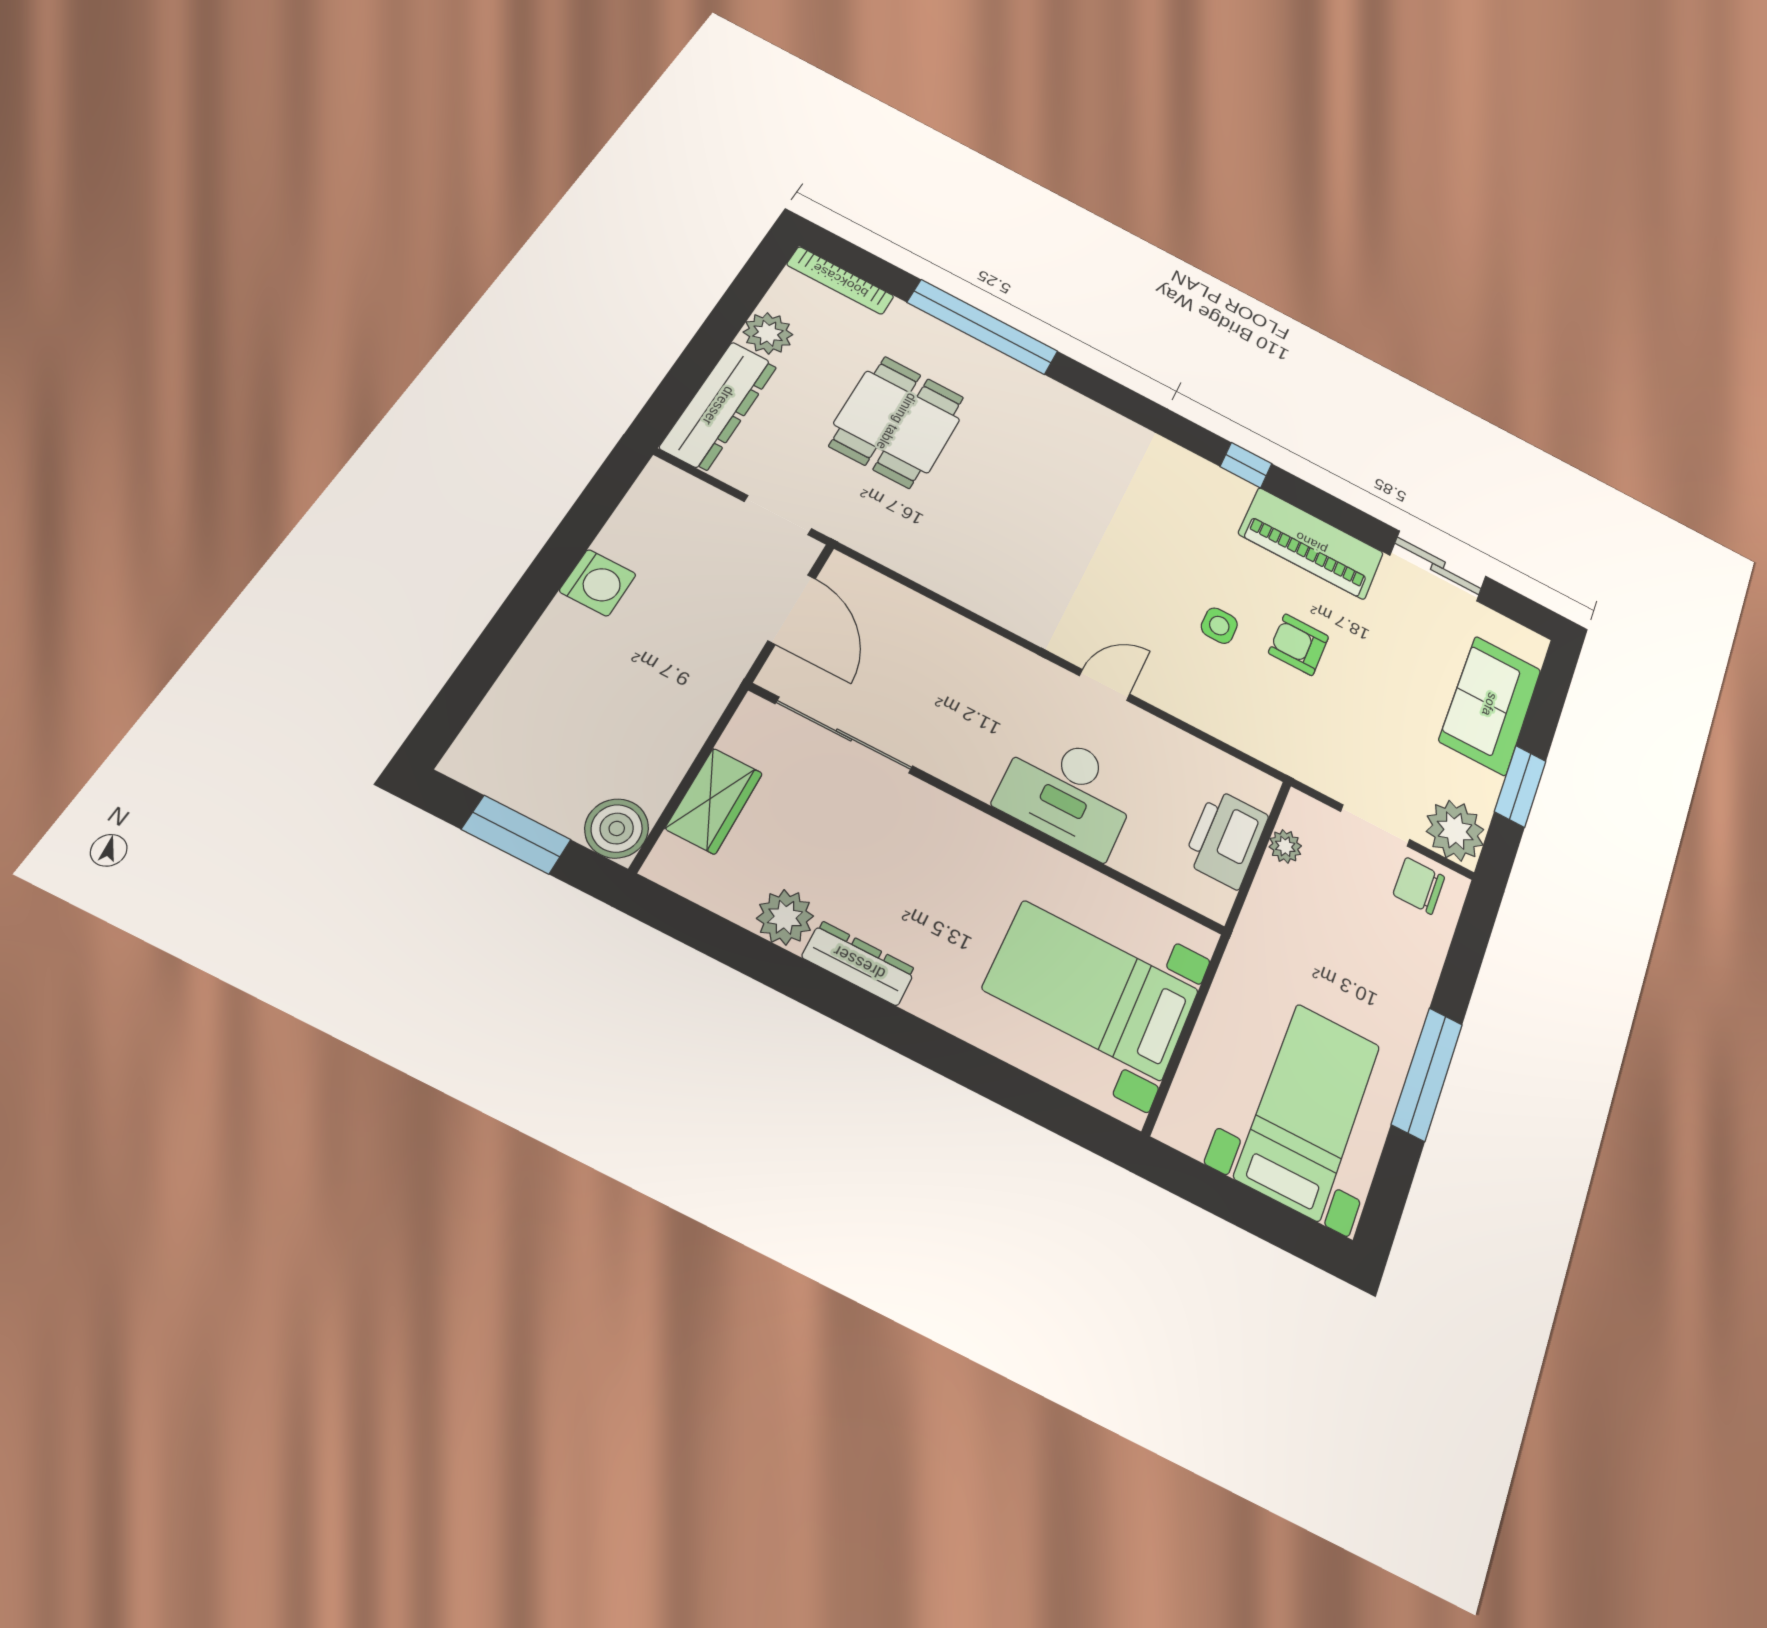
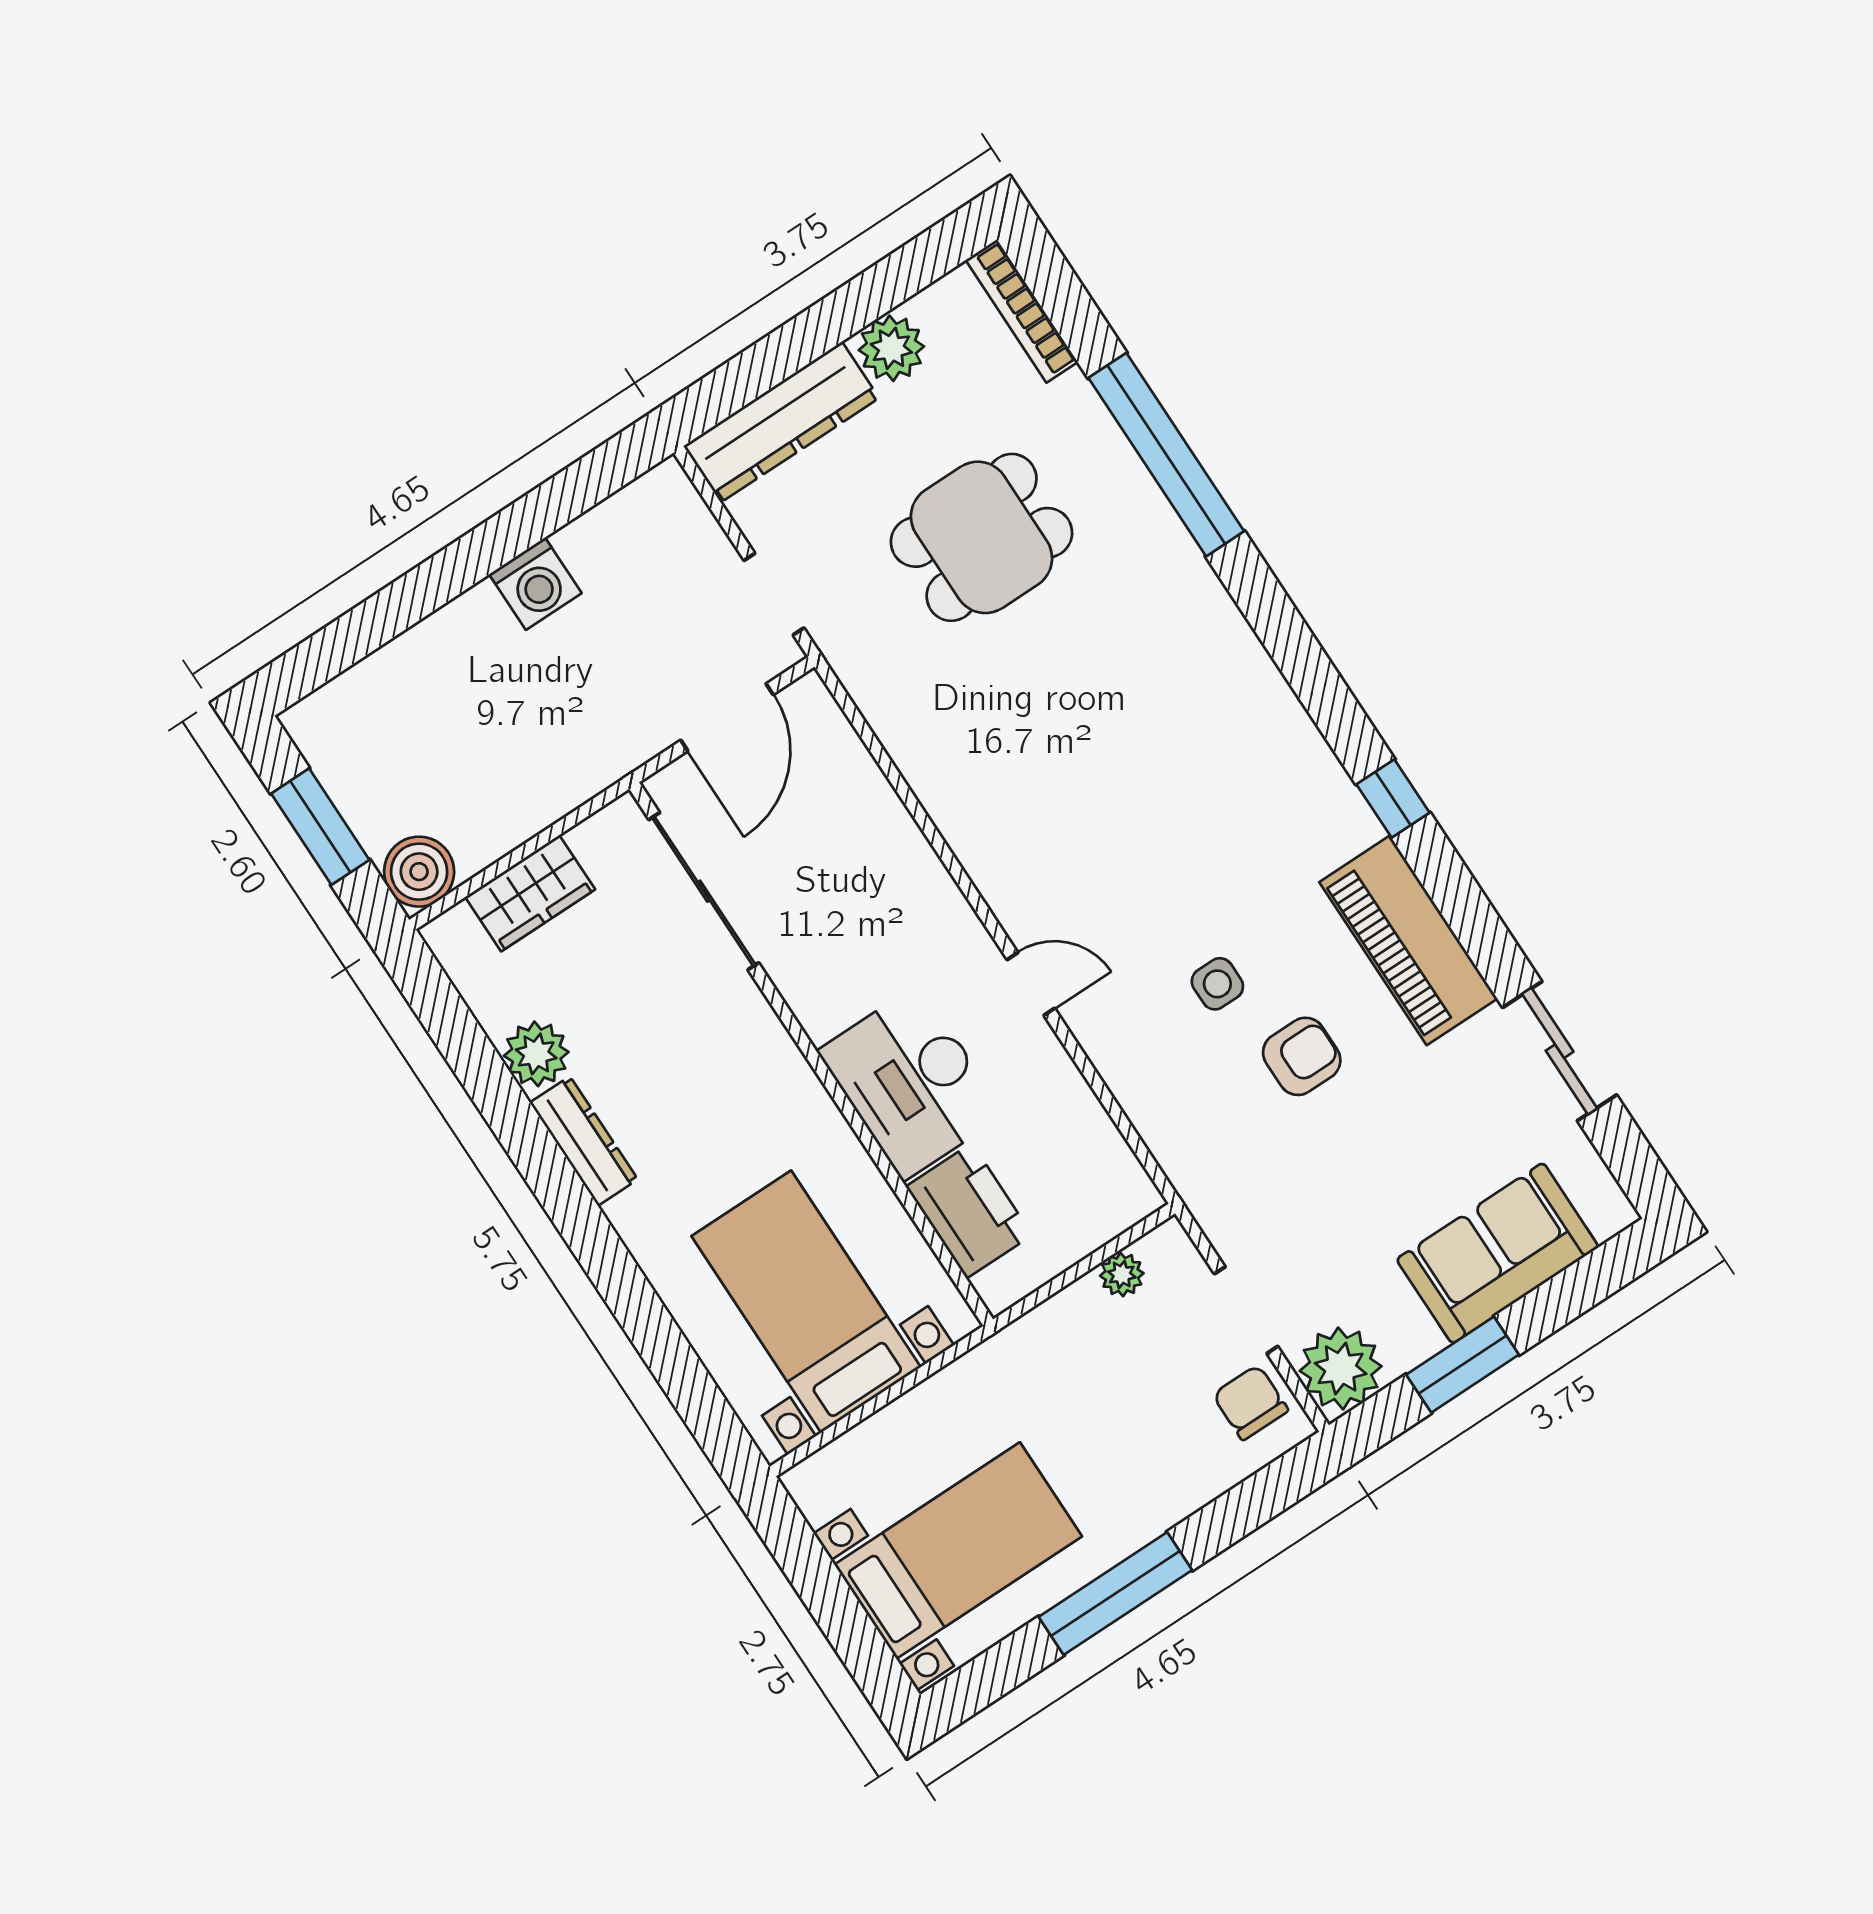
armchair: (1299, 645) -> (1302, 1056), turned 90
printer: (1226, 839) -> (969, 1211), moved, turned 90

